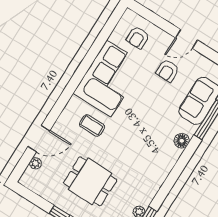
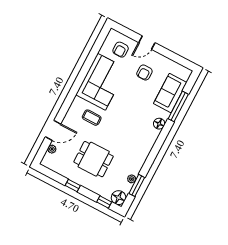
door: (186, 39) -> (147, 43), moved

